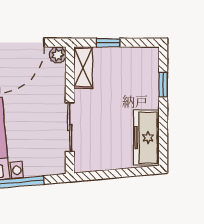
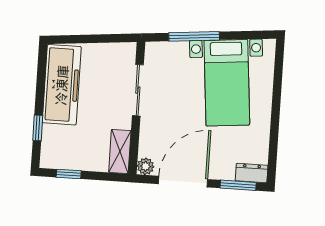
window: (108, 43) -> (69, 174), moved
freezer: (146, 138) -> (62, 85), width x1.36, depth x1.26

